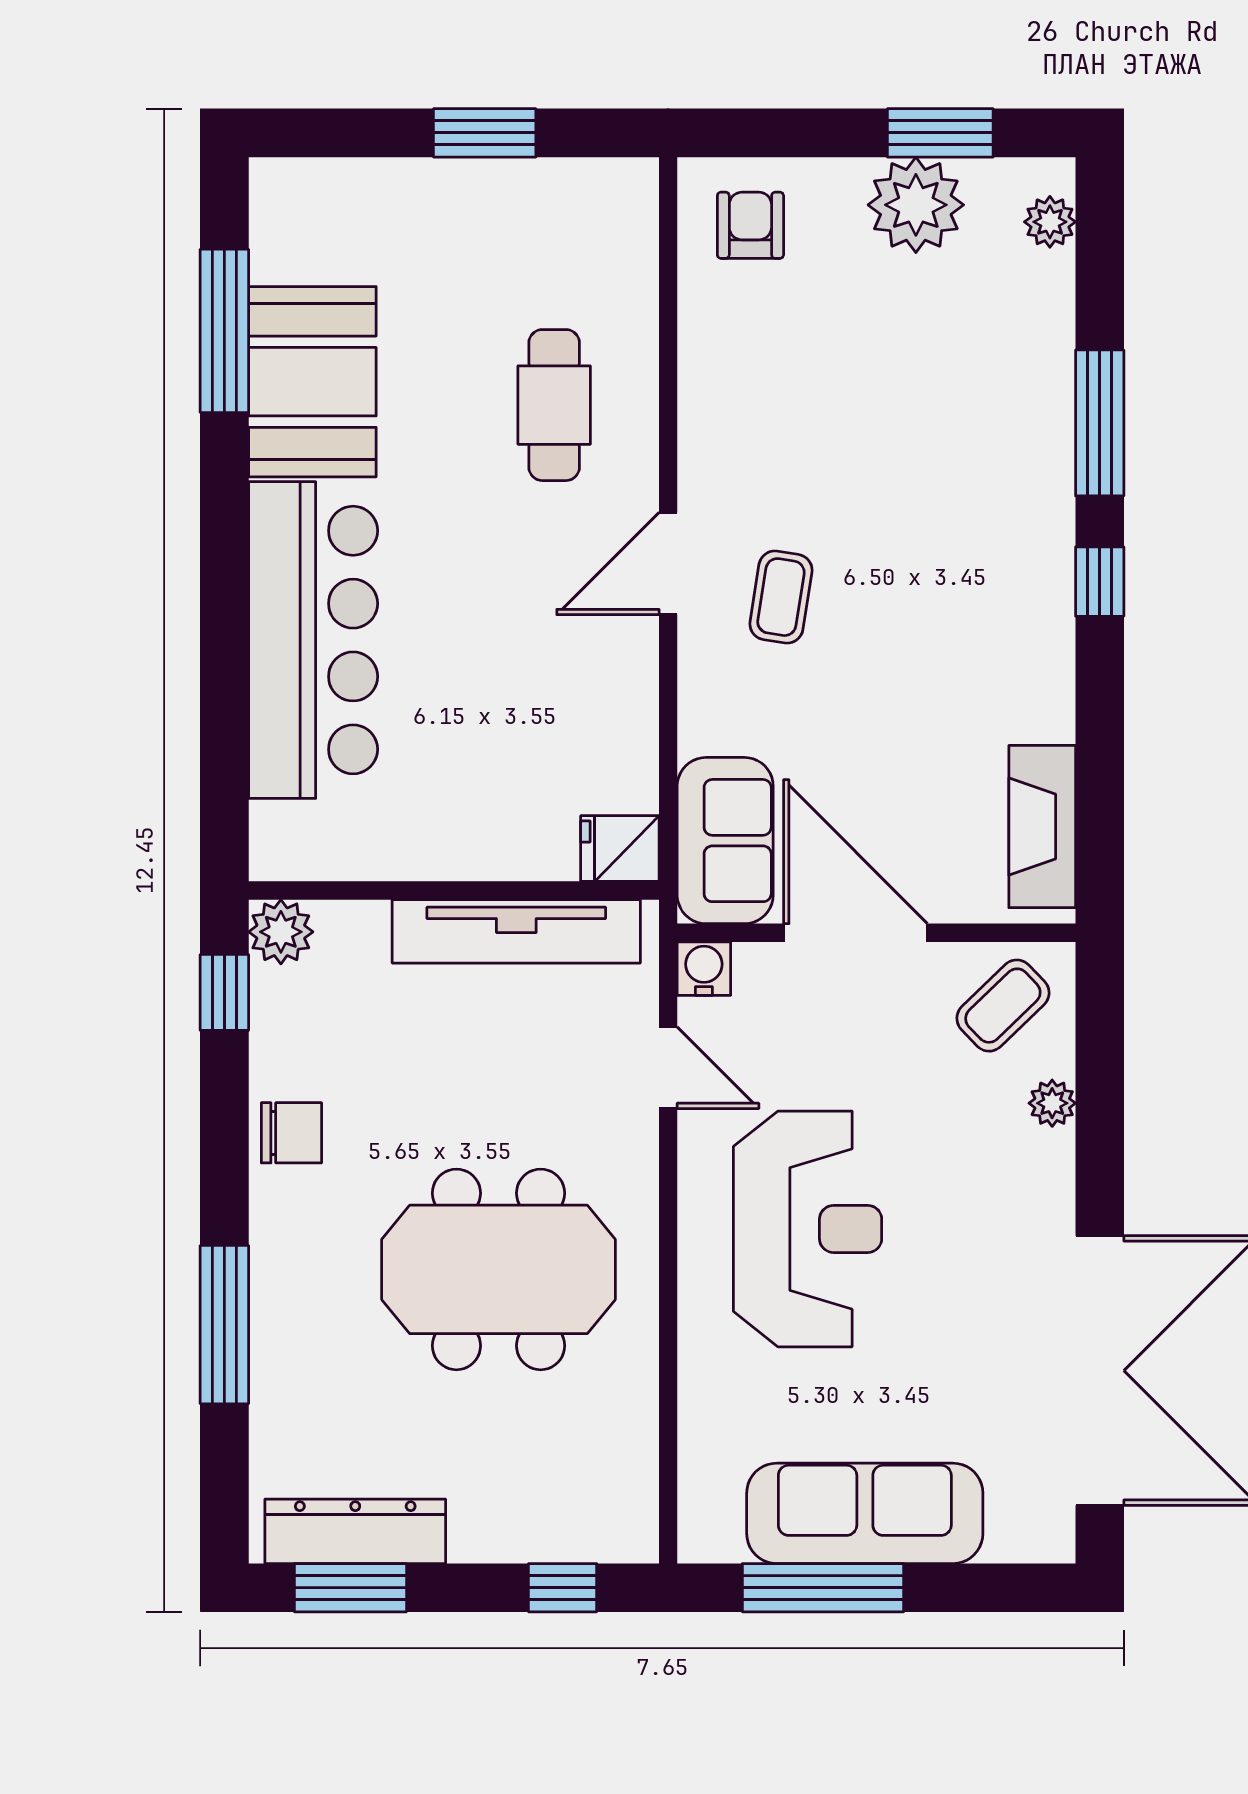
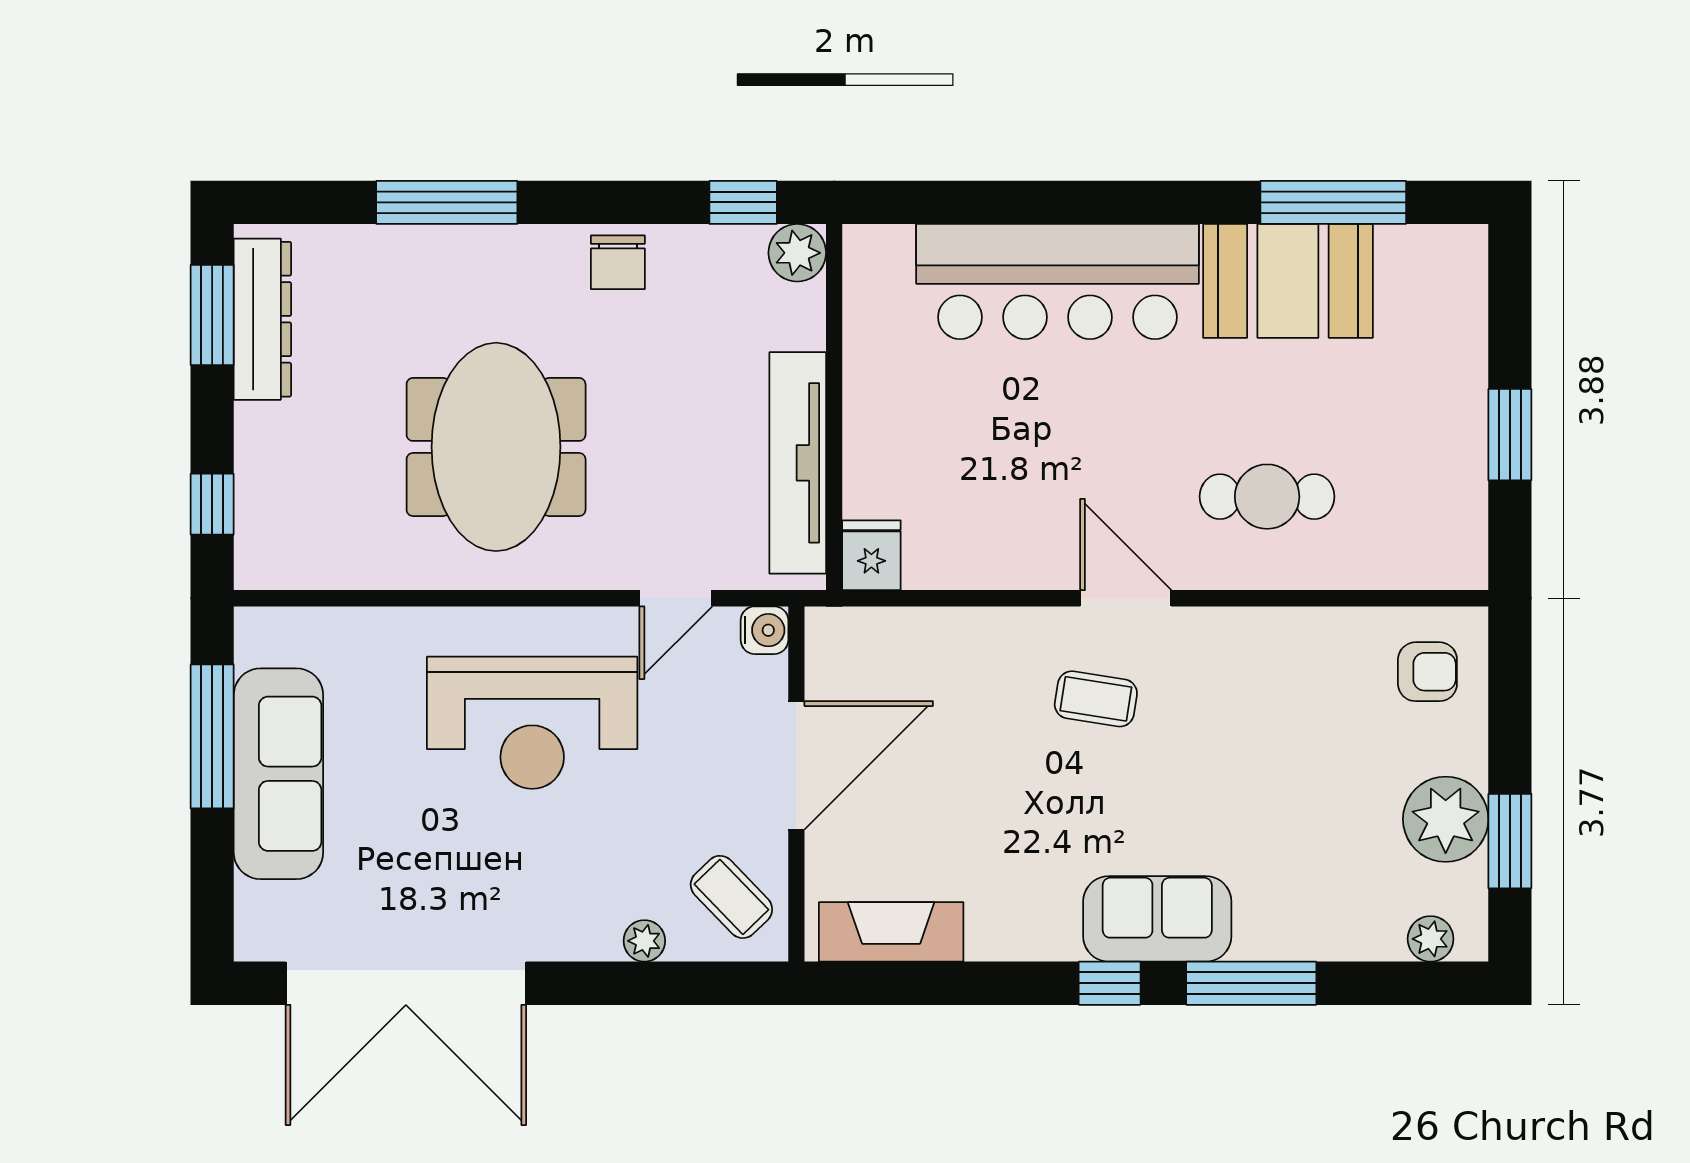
sofa: (725, 841) -> (1157, 919), moved, turned 180

